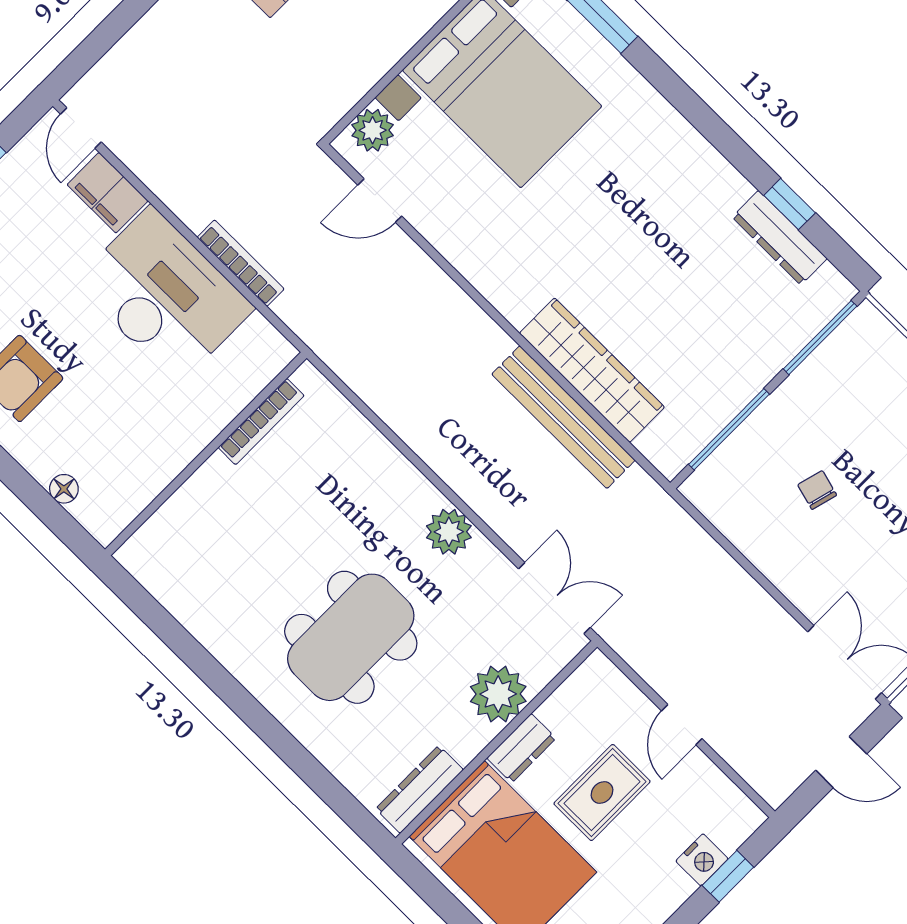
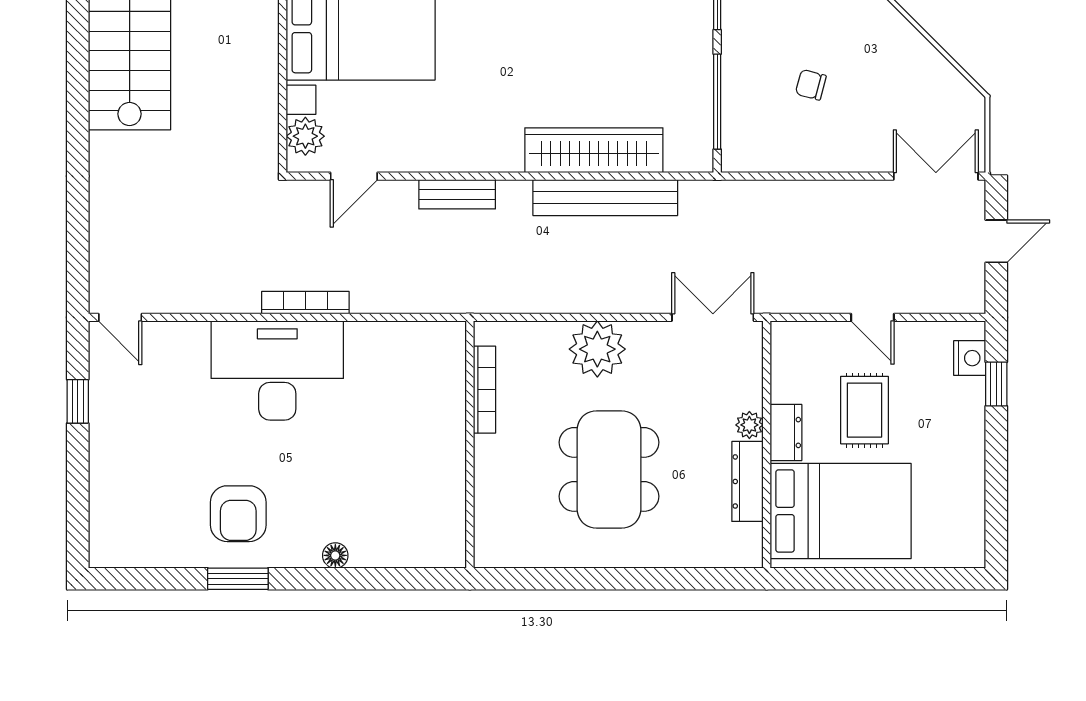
filing cabinet: (108, 193) -> (177, 341), removed
bench: (448, 297) -> (457, 194), added
bookcase: (261, 422) -> (485, 390), moved
wall: (206, 454) -> (470, 445), moved
plant: (449, 532) -> (597, 349), width x1.36, depth x1.36
plant: (498, 694) -> (749, 425), width x0.53, depth x0.53
dresser: (419, 789) -> (747, 481), moved
nightstand: (702, 860) -> (970, 358), moved

